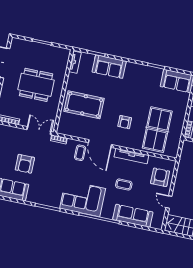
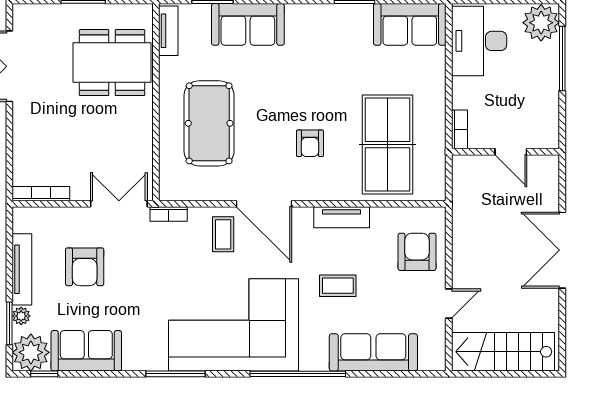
dining table: (36, 85) -> (112, 63), moved
pool table: (84, 105) -> (209, 123), turned 90
tv unit: (131, 156) -> (342, 217), width x0.71
armchair: (25, 164) -> (85, 267), moved
corner sofa: (83, 198) -> (234, 325), width x1.36, depth x1.36
door: (169, 202) -> (449, 303), swing flipped

